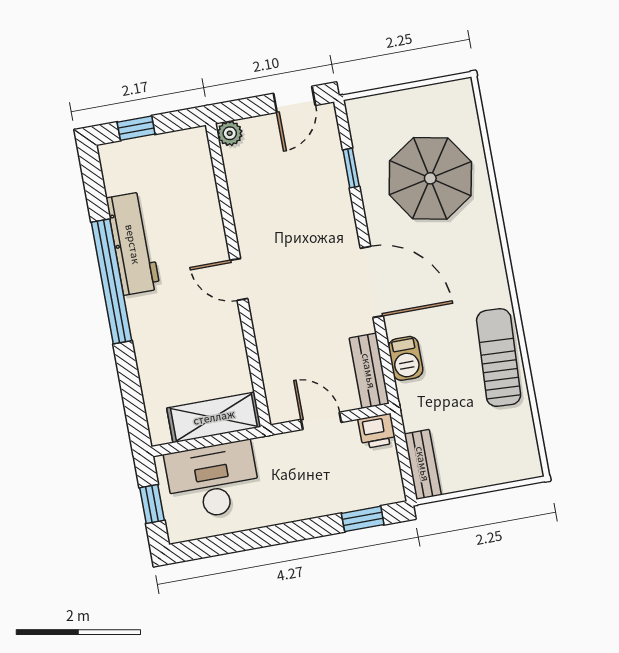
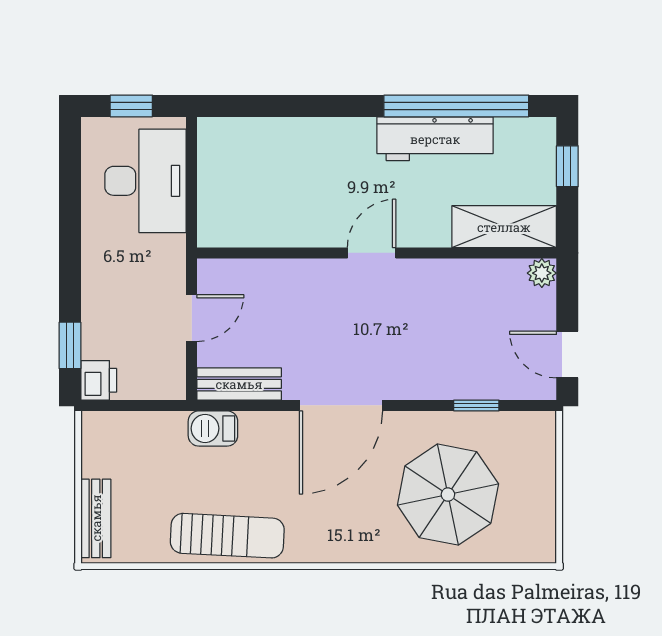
window: (112, 281) -> (456, 106), moved
barbecue: (406, 358) -> (213, 428), moved
shelving: (214, 417) -> (504, 227), moved, turned 90
printer: (377, 431) -> (99, 380), moved, turned 180
bench: (423, 464) -> (96, 518), moved, turned 90

